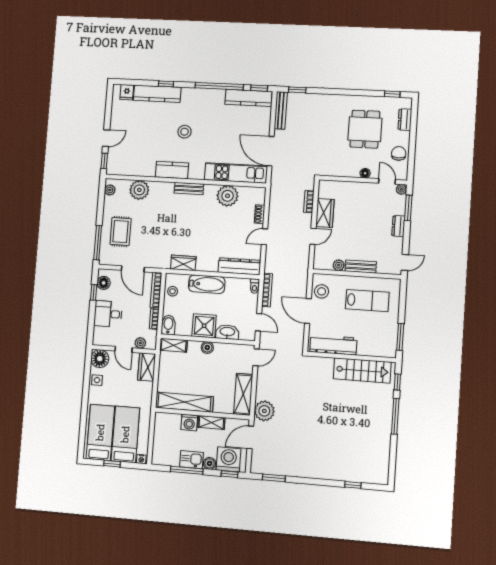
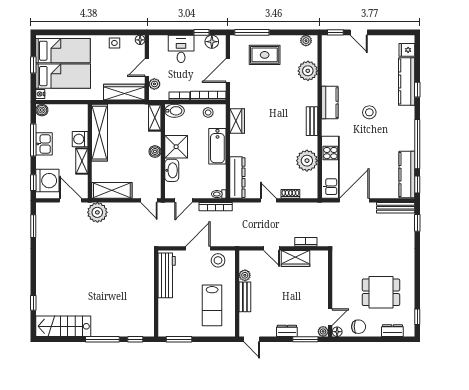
floor lamp: (365, 173) -> (337, 332), moved
floor lamp: (100, 359) -> (140, 40), width x0.53, depth x0.53
wardrobe: (147, 367) -> (124, 92), width x1.50
stairs: (362, 370) -> (63, 326), moved, turned 90
boiler: (210, 463) -> (42, 110), moved

